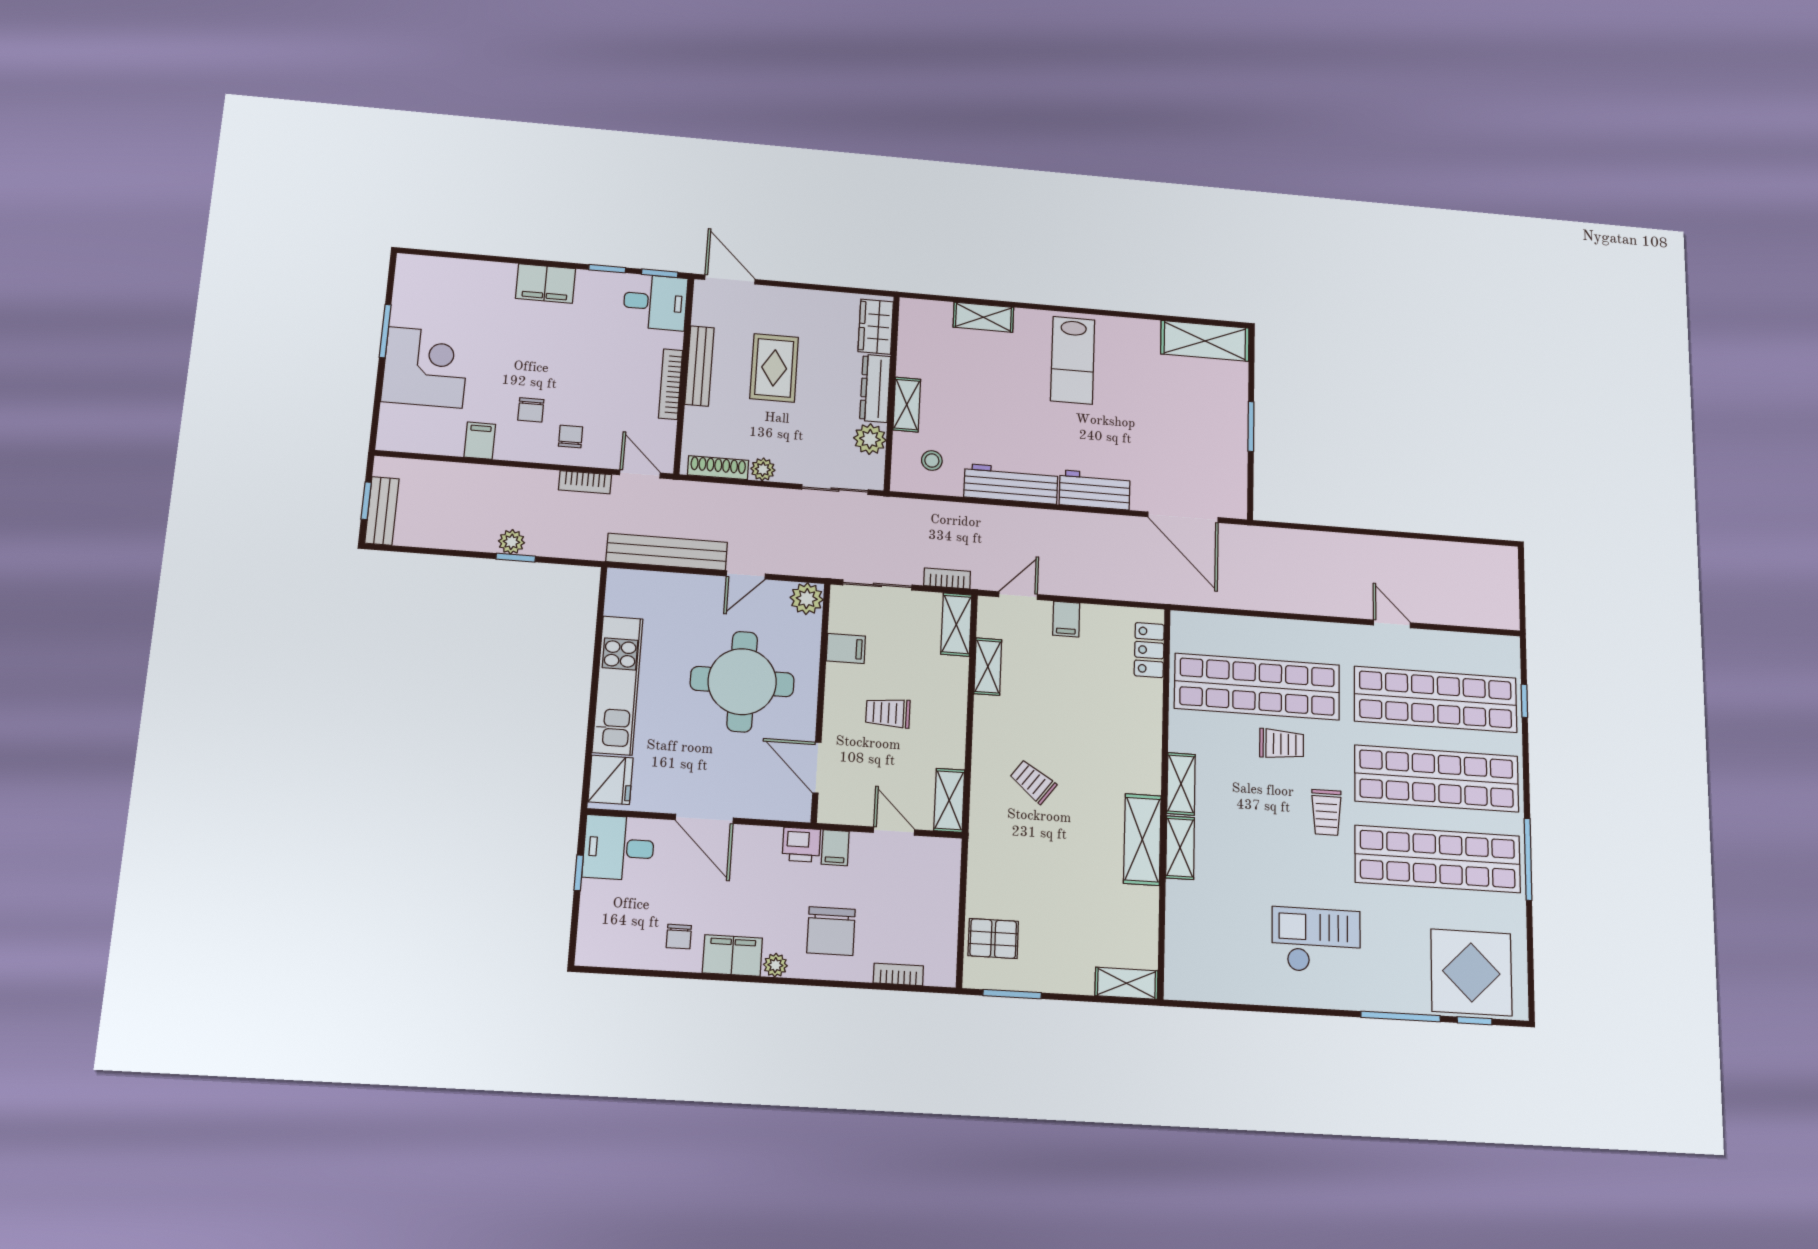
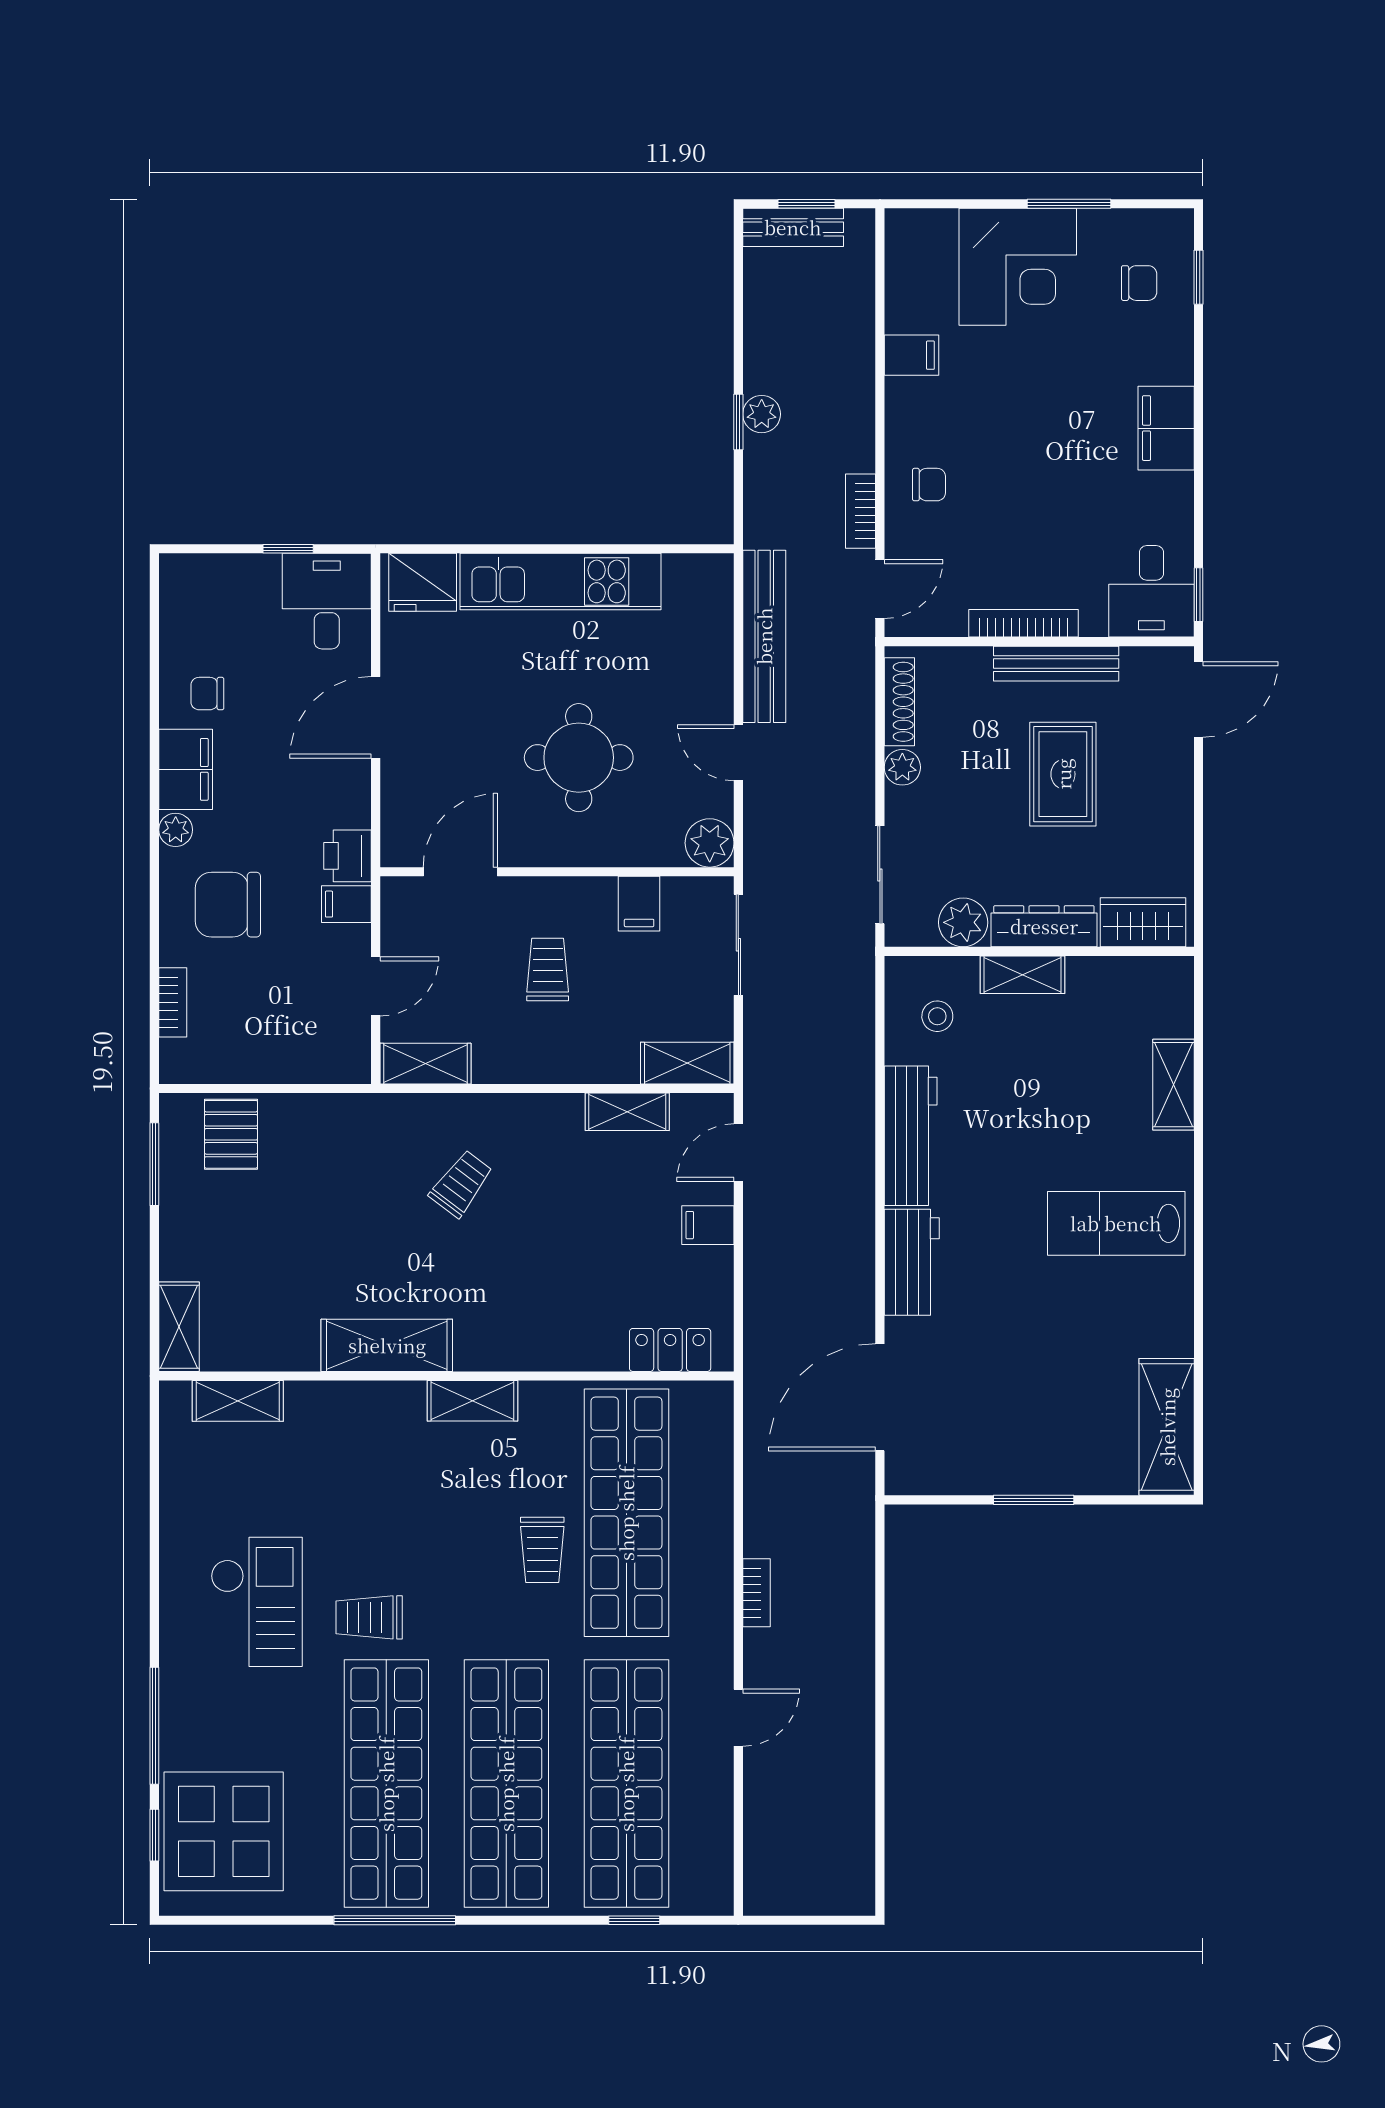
window: (607, 269) -> (1198, 277), moved
rug: (774, 368) -> (1063, 774), turned 90
chair: (531, 410) -> (1139, 283), moved, turned 180
bookcase: (947, 578) -> (756, 1593), moved
door: (1018, 596) -> (738, 1153), swing flipped
round table: (742, 682) -> (579, 758), width x0.73, depth x0.73
trolley: (1326, 812) -> (369, 1617), moved
shelving: (1180, 848) -> (238, 1401), moved

